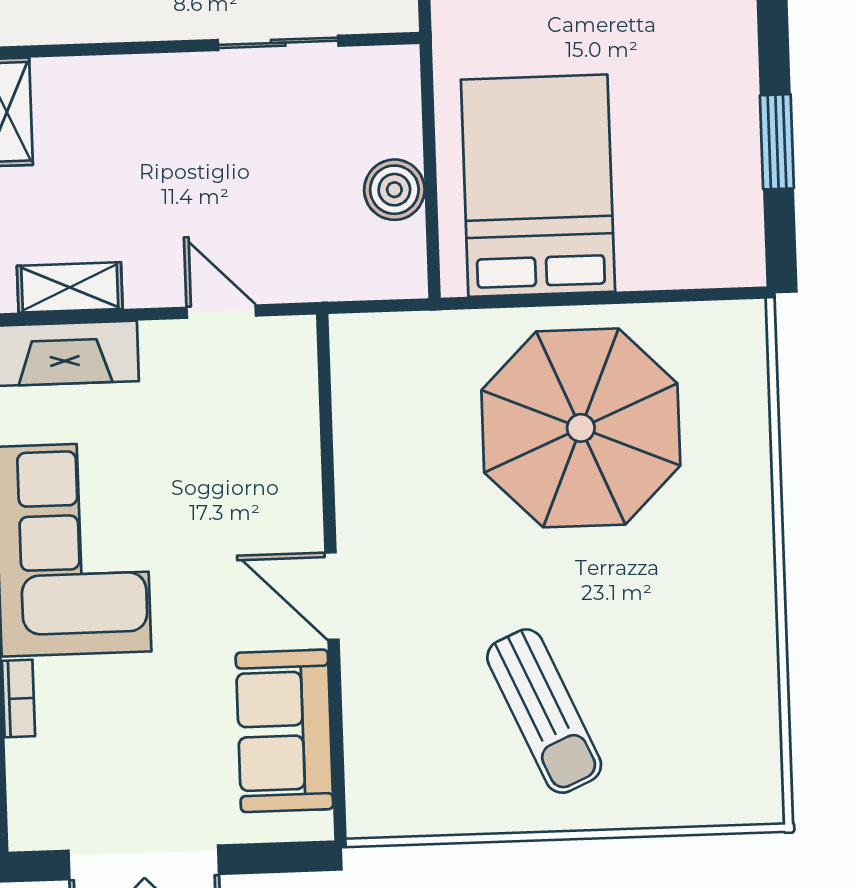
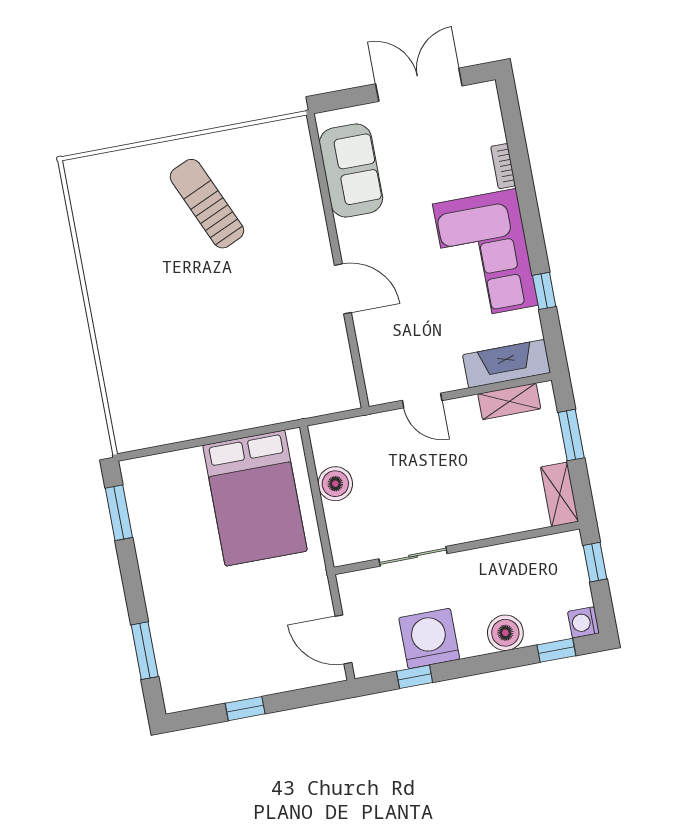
window: (777, 142) -> (119, 513), moved
parasol: (581, 428) -> (210, 366), removed
door: (332, 596) -> (343, 289), moved

